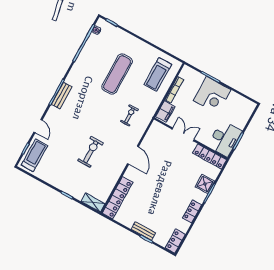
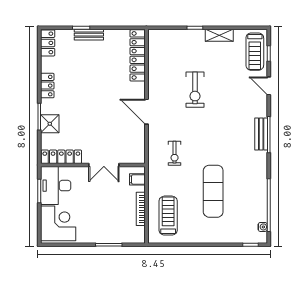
corner desk: (212, 95) -> (58, 223), moved, turned 90
filing cabinet: (165, 111) -> (137, 179), width x0.50
shelving: (93, 203) -> (219, 35), moved

